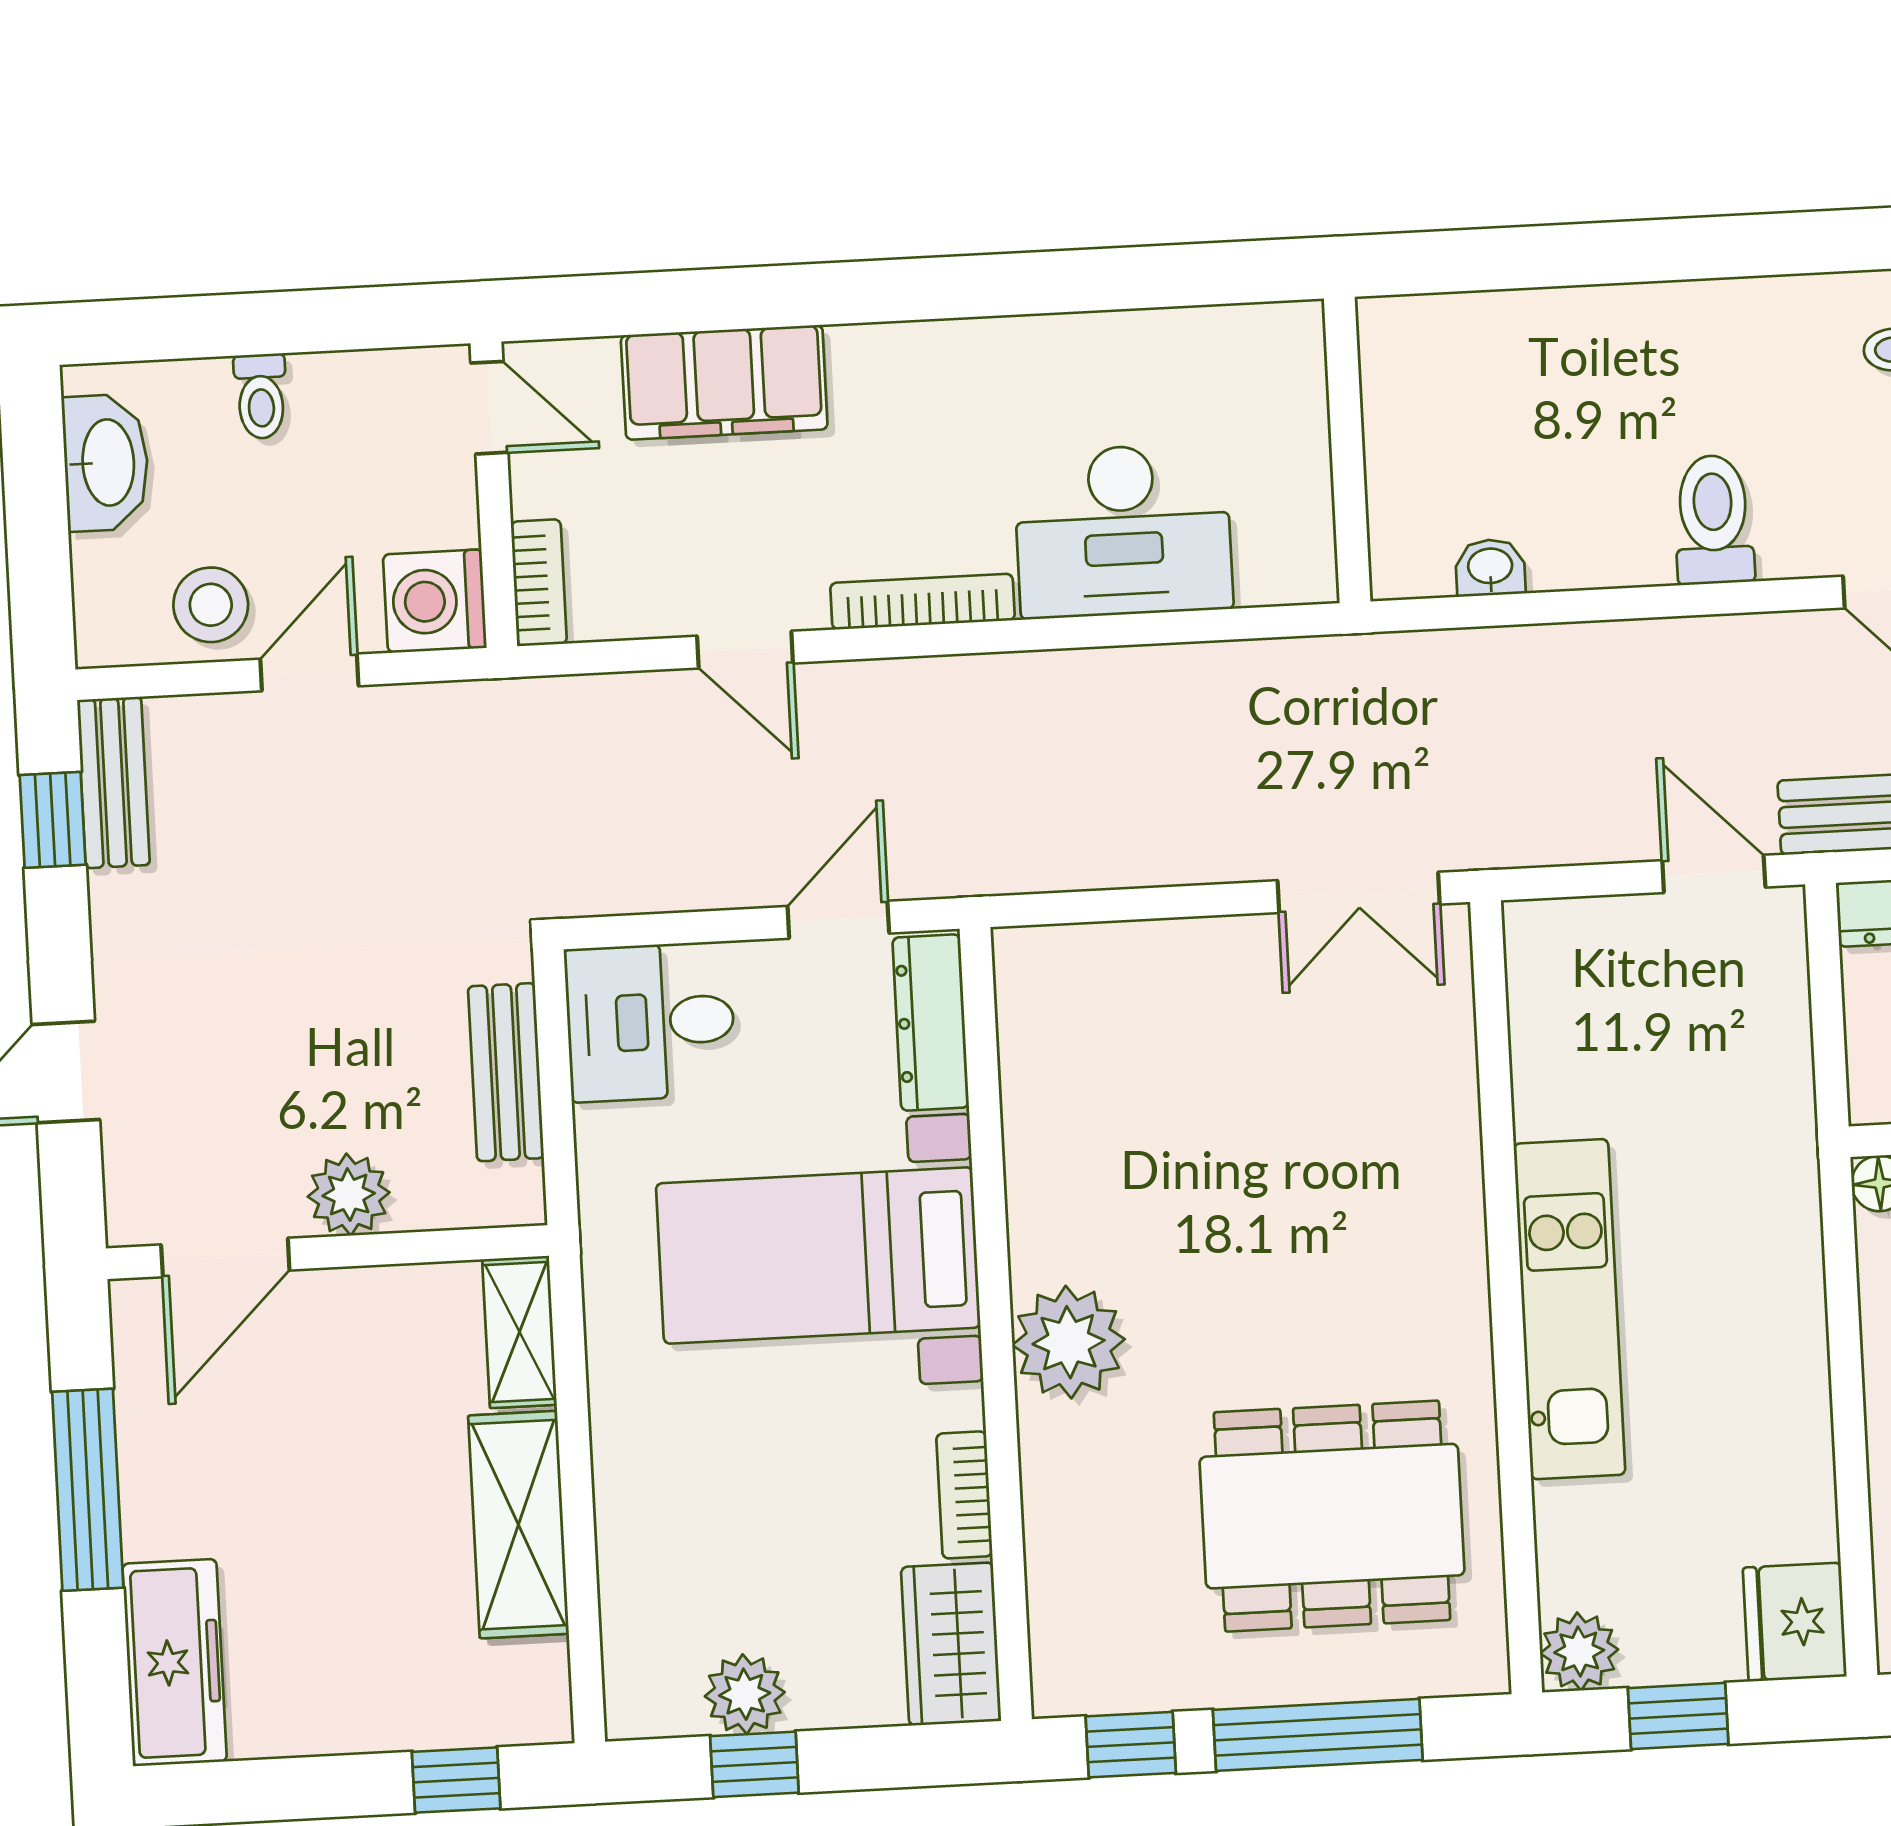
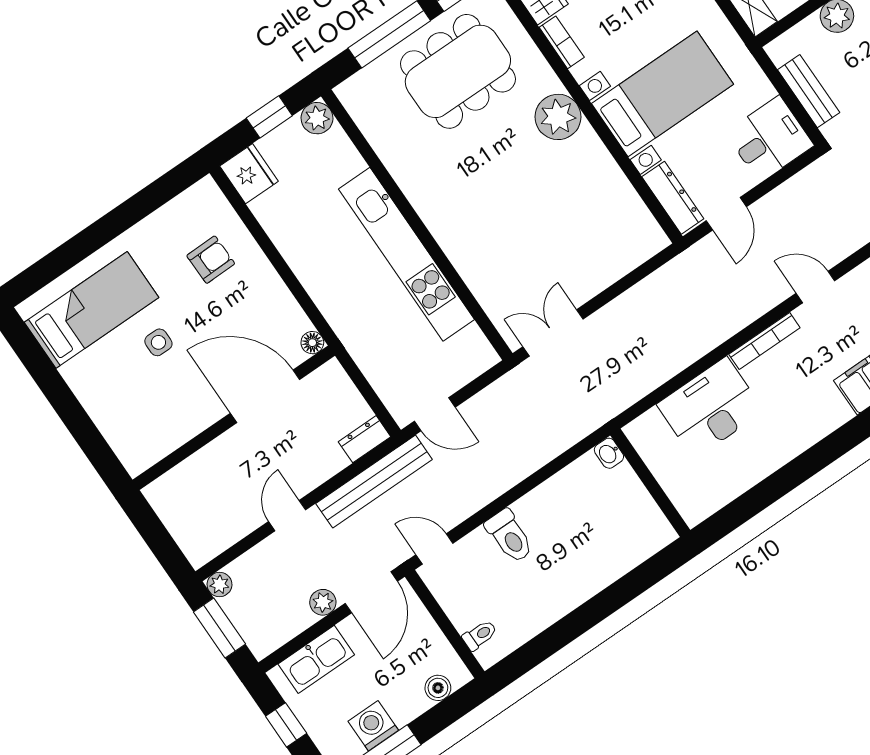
washbasin: (1490, 568) -> (609, 453), moved, turned 90
kitchen unit: (1569, 1309) -> (407, 254), width x1.36
dining table: (1332, 1516) -> (458, 71), moved

